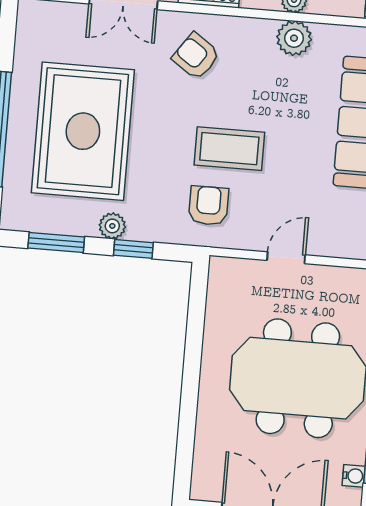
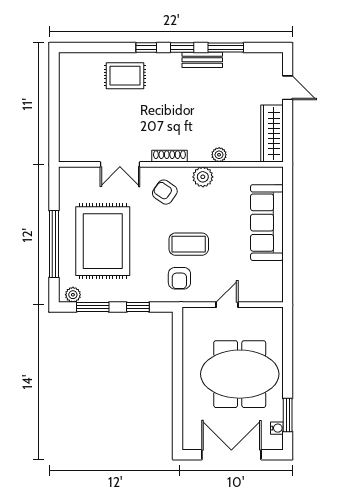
plant: (294, 38) -> (203, 177), moved
armchair: (209, 206) -> (179, 278), turned 180
plant: (112, 226) -> (73, 295), moved

